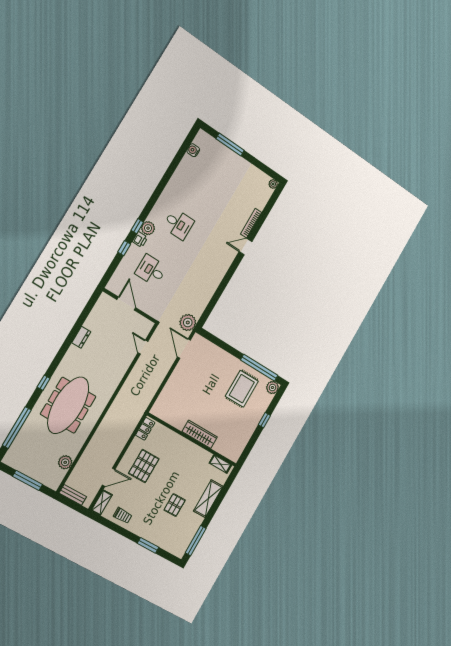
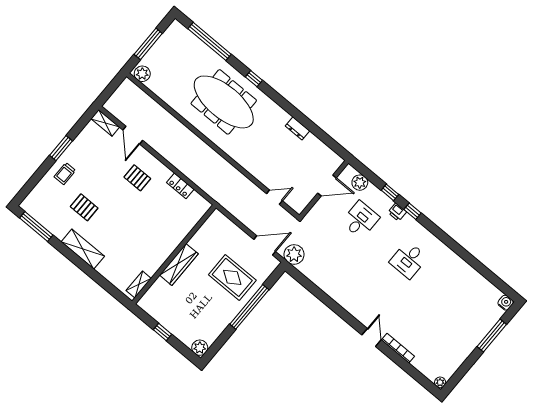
water cooler: (193, 150) -> (505, 303), moved
plant: (148, 228) -> (360, 183), moved
window: (259, 368) -> (249, 307), moved
rug: (242, 389) -> (232, 277), moved
wardrobe: (200, 434) -> (179, 264), moved
wall: (192, 440) -> (174, 254), moved
plant: (65, 462) -> (142, 74), moved
shelving: (220, 464) -> (139, 285), moved
pallet: (144, 466) -> (137, 178), width x0.67, depth x0.71
bench: (73, 495) -> (121, 91), removed
trolley: (123, 515) -> (65, 174), moved
window: (148, 545) -> (61, 148), moved

